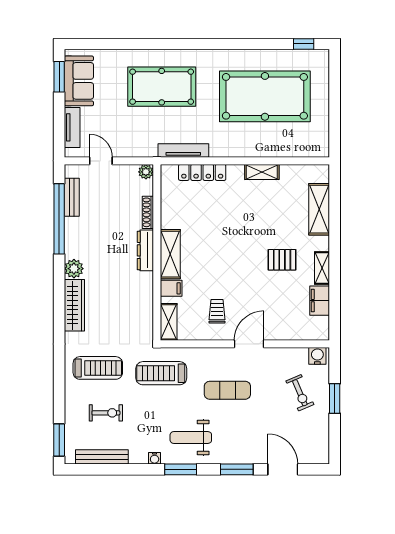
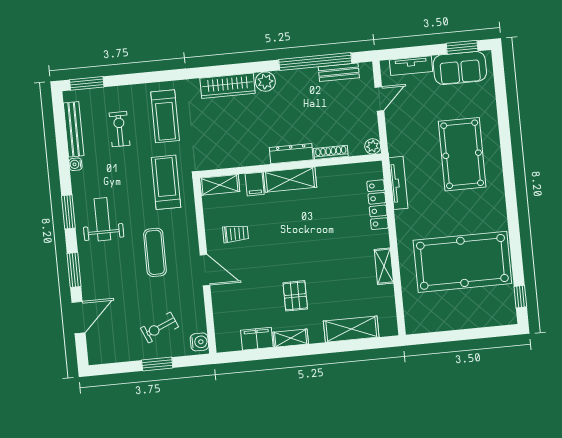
pool table: (265, 96) -> (462, 262), turned 90
exercise bike: (106, 413) -> (119, 129), turned 180
water cooler: (155, 458) -> (76, 164), moved

